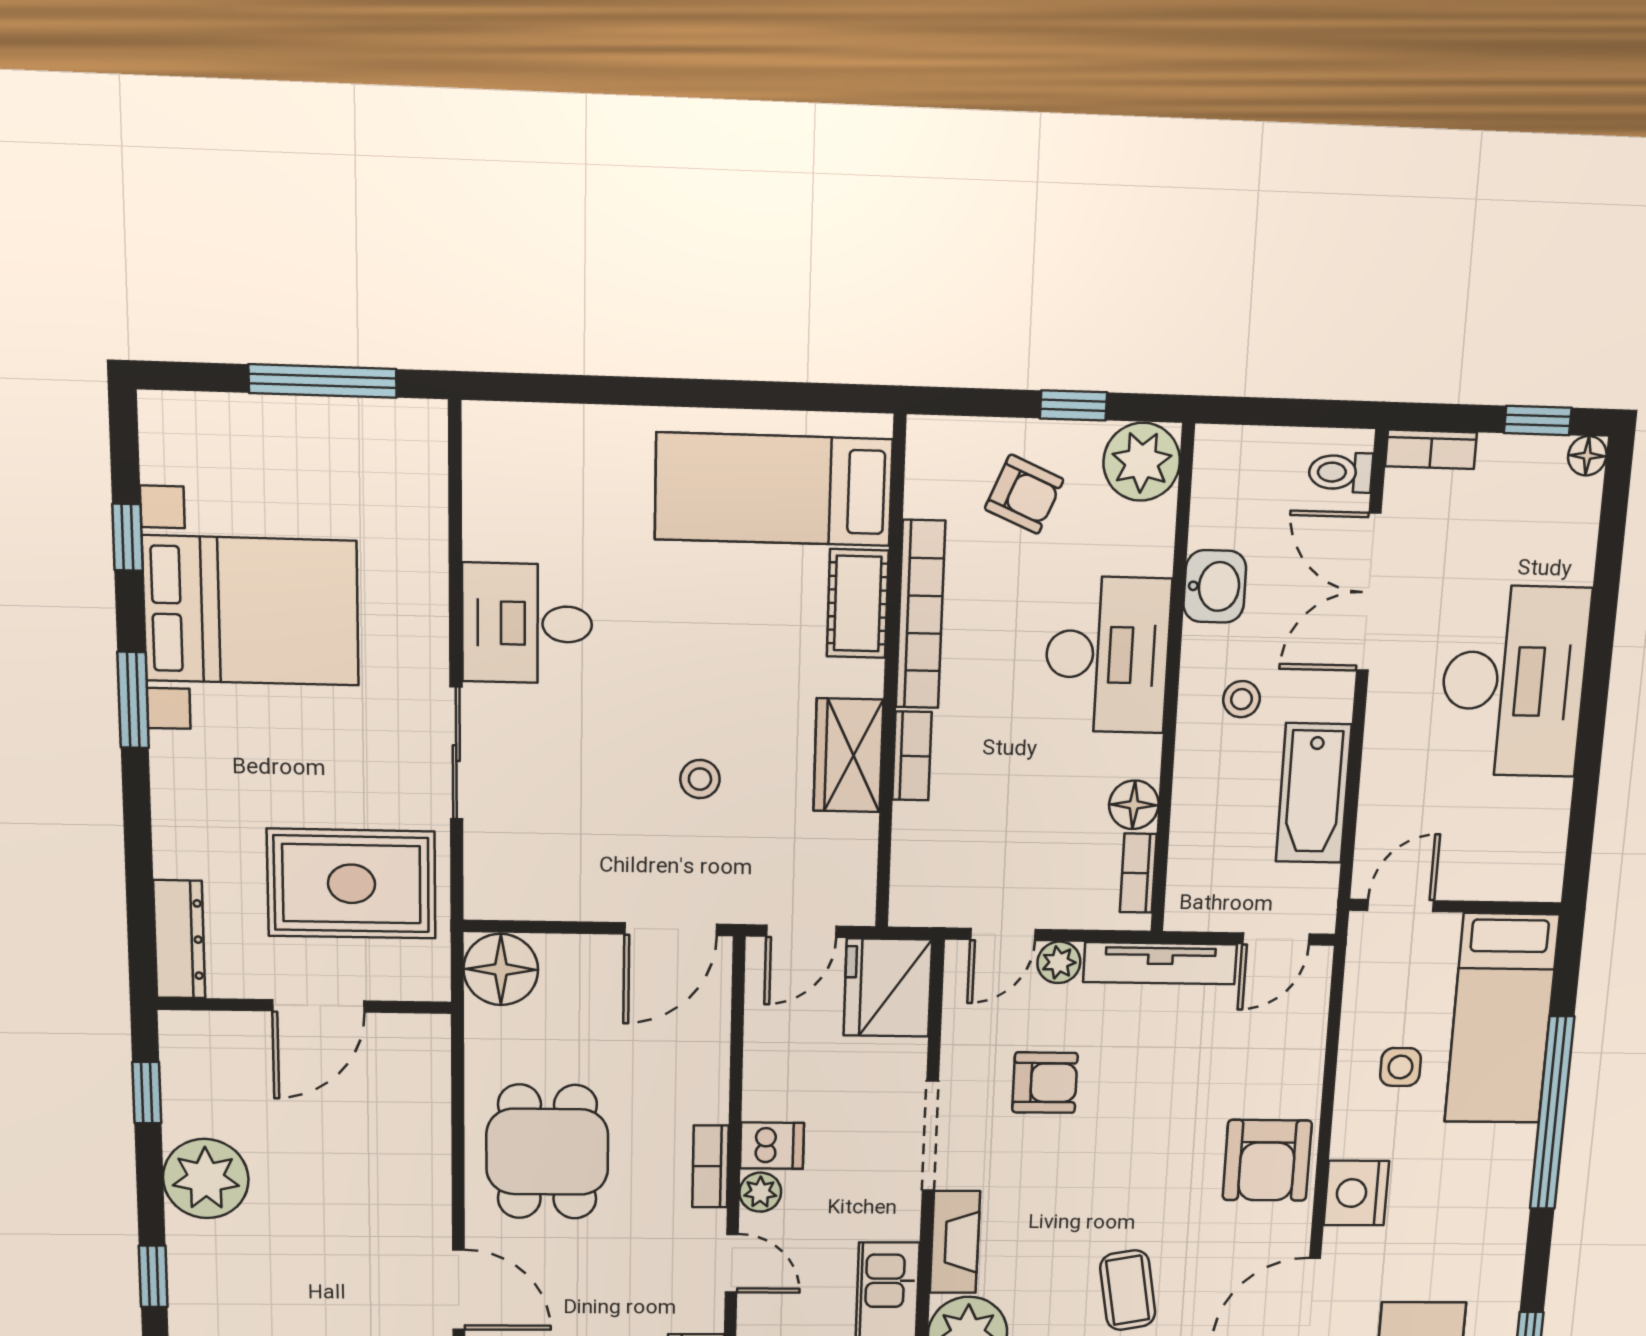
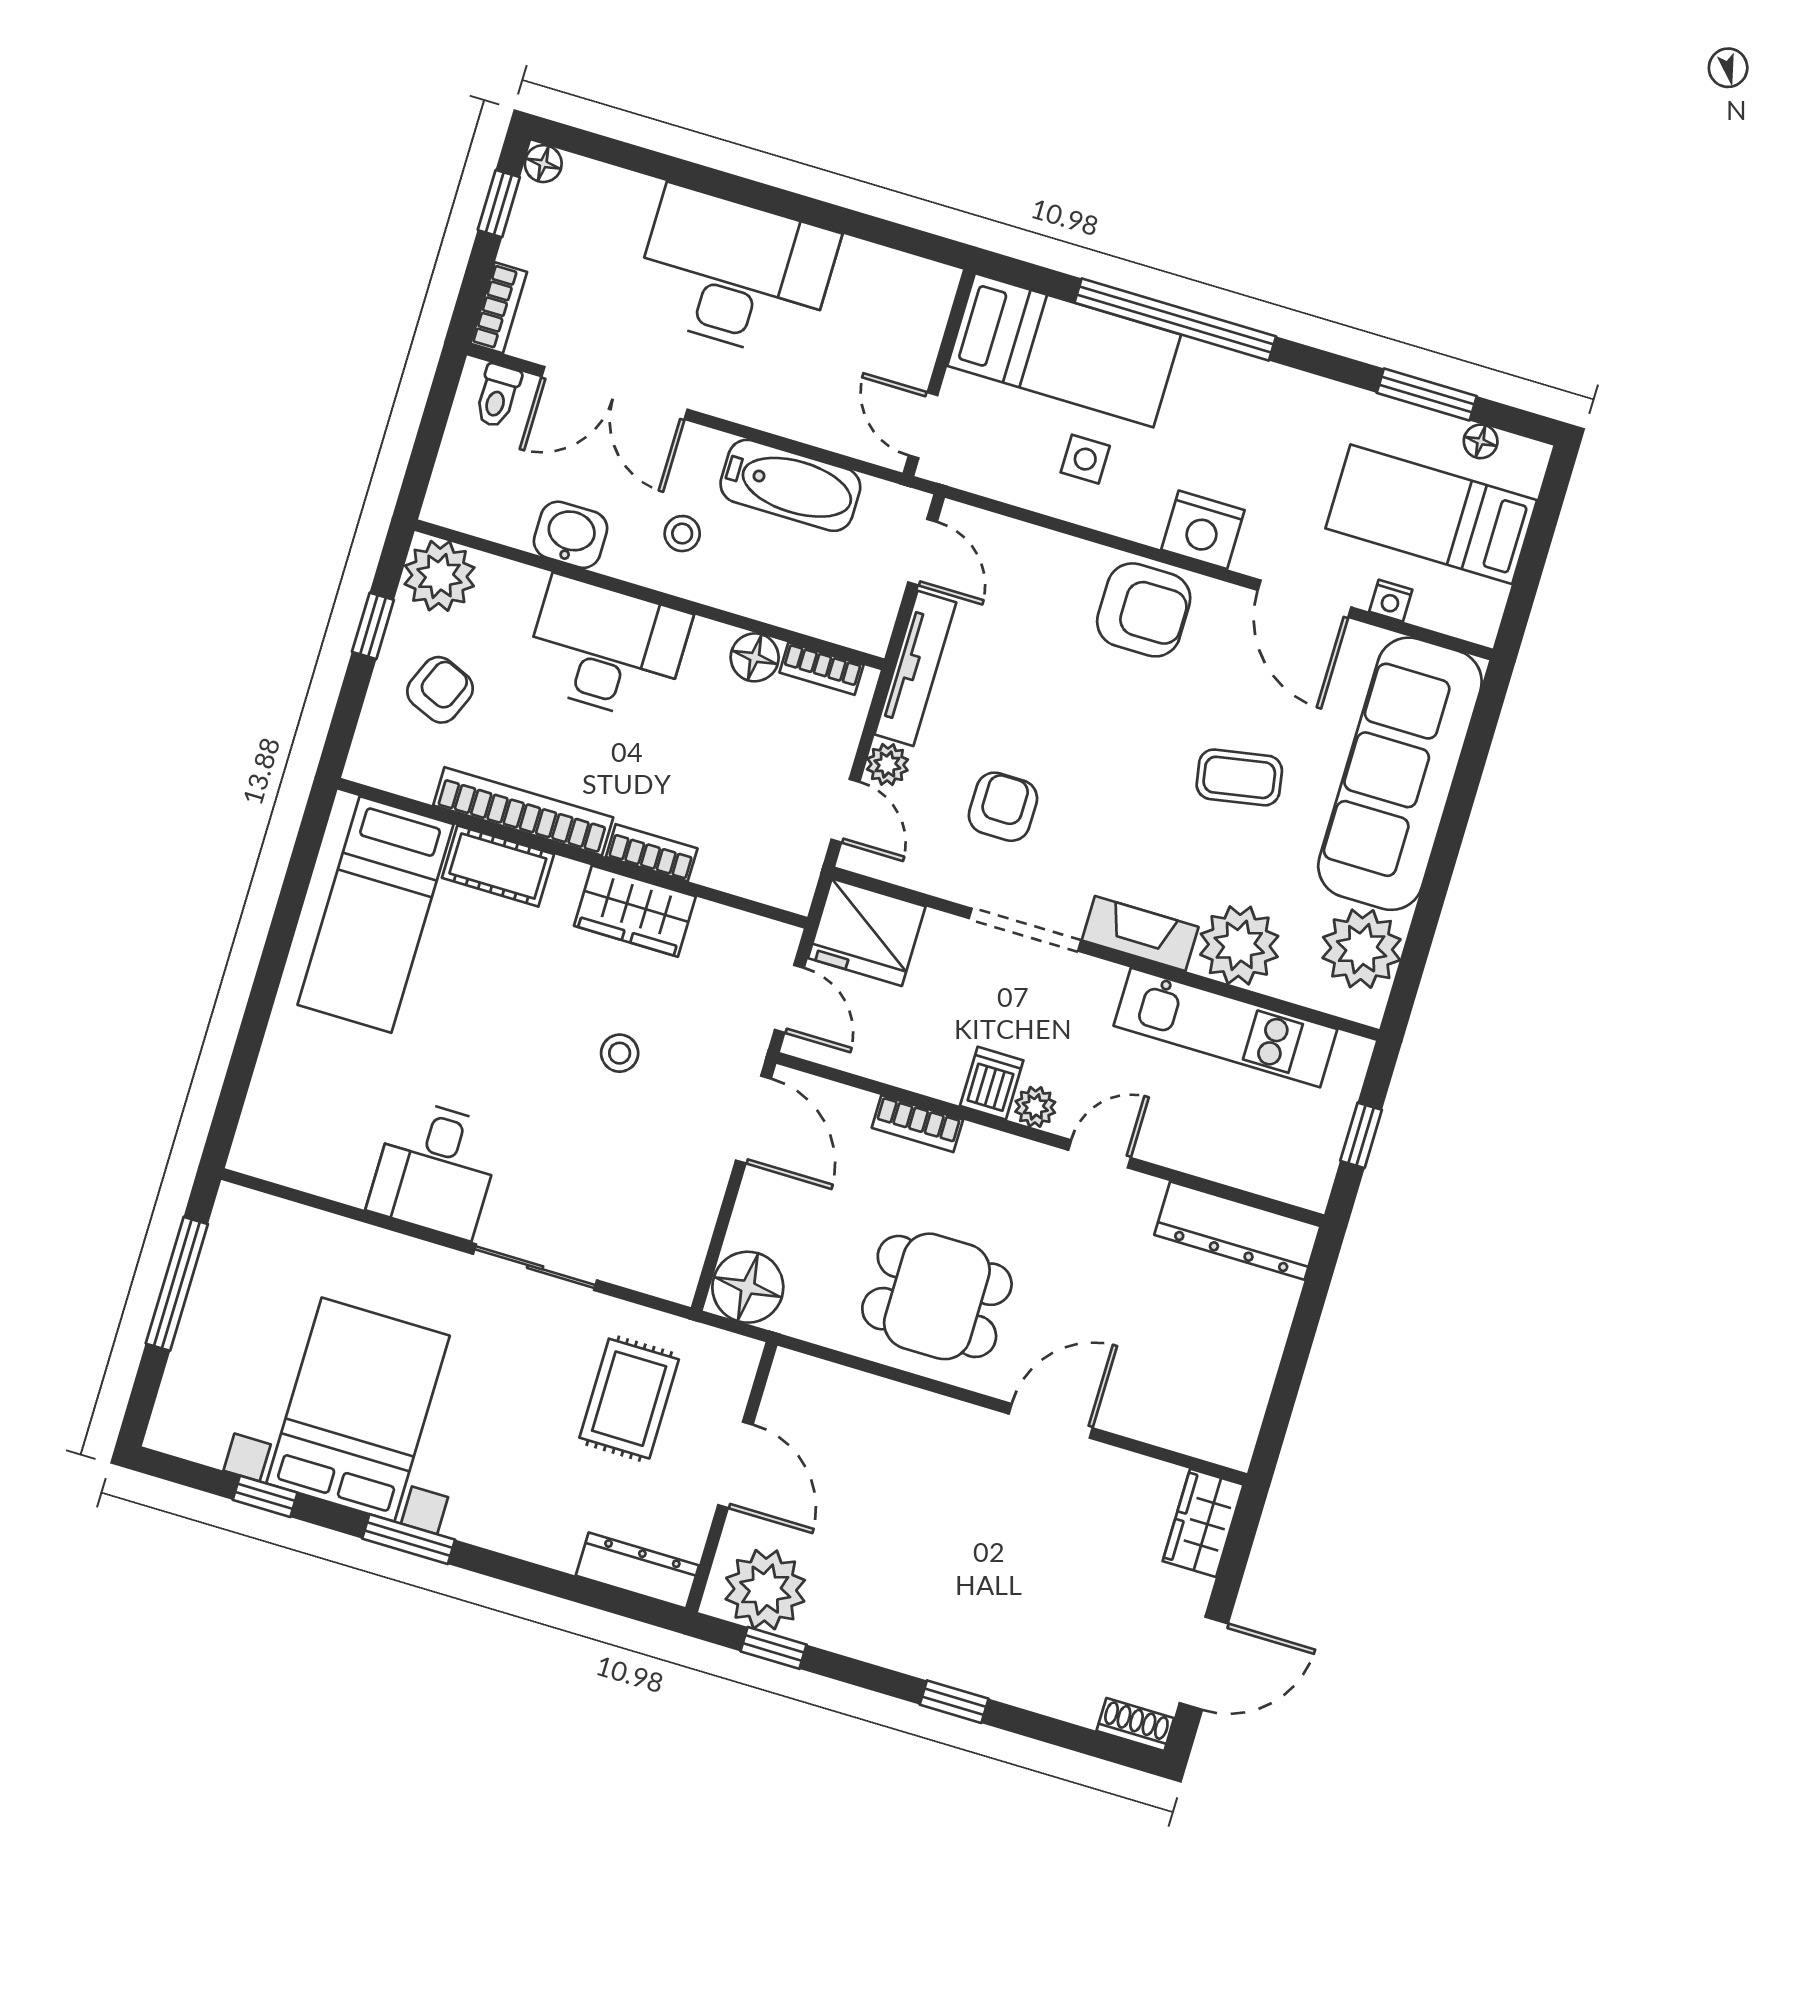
rug: (351, 884) -> (629, 1399), width x0.73, depth x0.70
bookcase: (710, 1166) -> (917, 1124), moved
plant: (206, 1179) -> (765, 1590), moved

